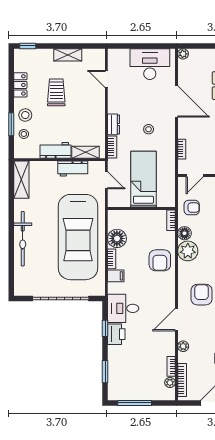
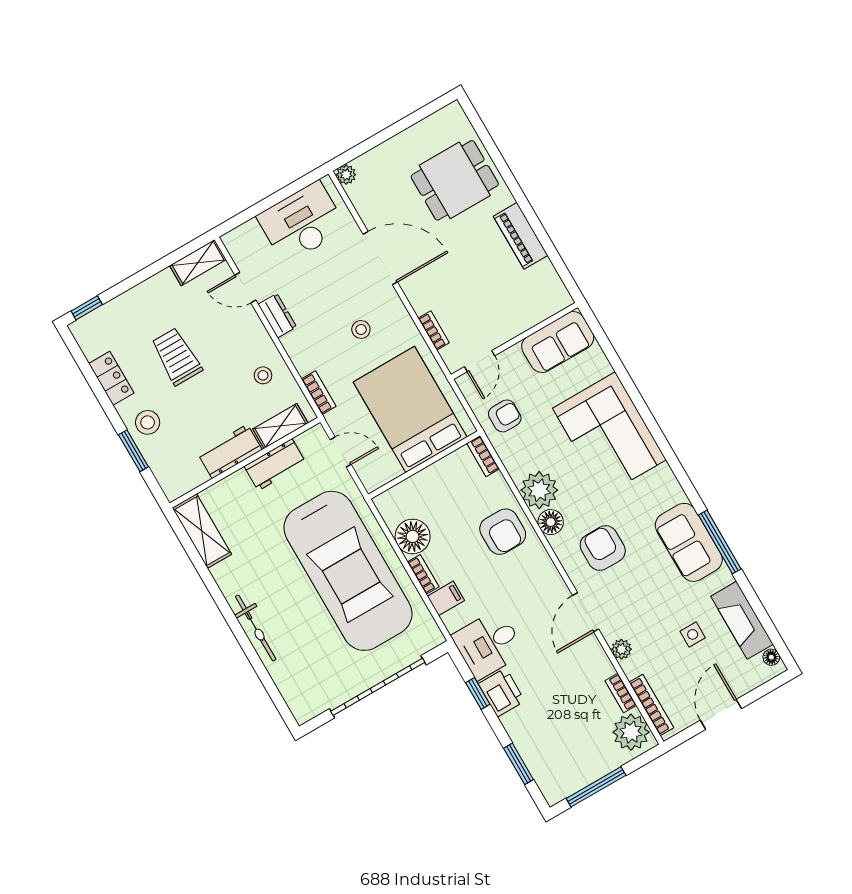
shelving: (68, 55) -> (198, 263), moved
dresser: (114, 124) -> (277, 316), moved
stool: (24, 134) -> (263, 375), moved
bed: (143, 179) -> (410, 409), width x1.50
floor lamp: (185, 233) -> (551, 522), moved
bicycle: (23, 239) -> (256, 628), width x0.73, depth x0.71
plant: (170, 383) -> (631, 732), width x1.88, depth x1.88

